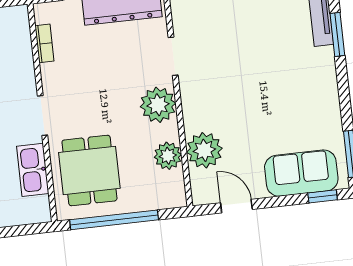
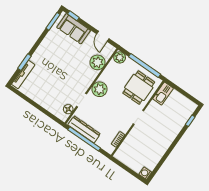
floor lamp: (183, 19) -> (68, 109), added
plant: (168, 156) -> (120, 57), moved
kitchen sink: (33, 170) -> (163, 94), moved

